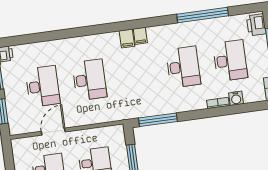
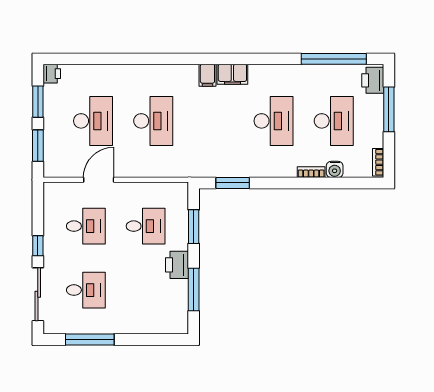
window: (203, 15) -> (334, 59), moved
filing cabinet: (140, 36) -> (232, 74), width x2.00
window: (158, 120) -> (233, 183), width x0.69

